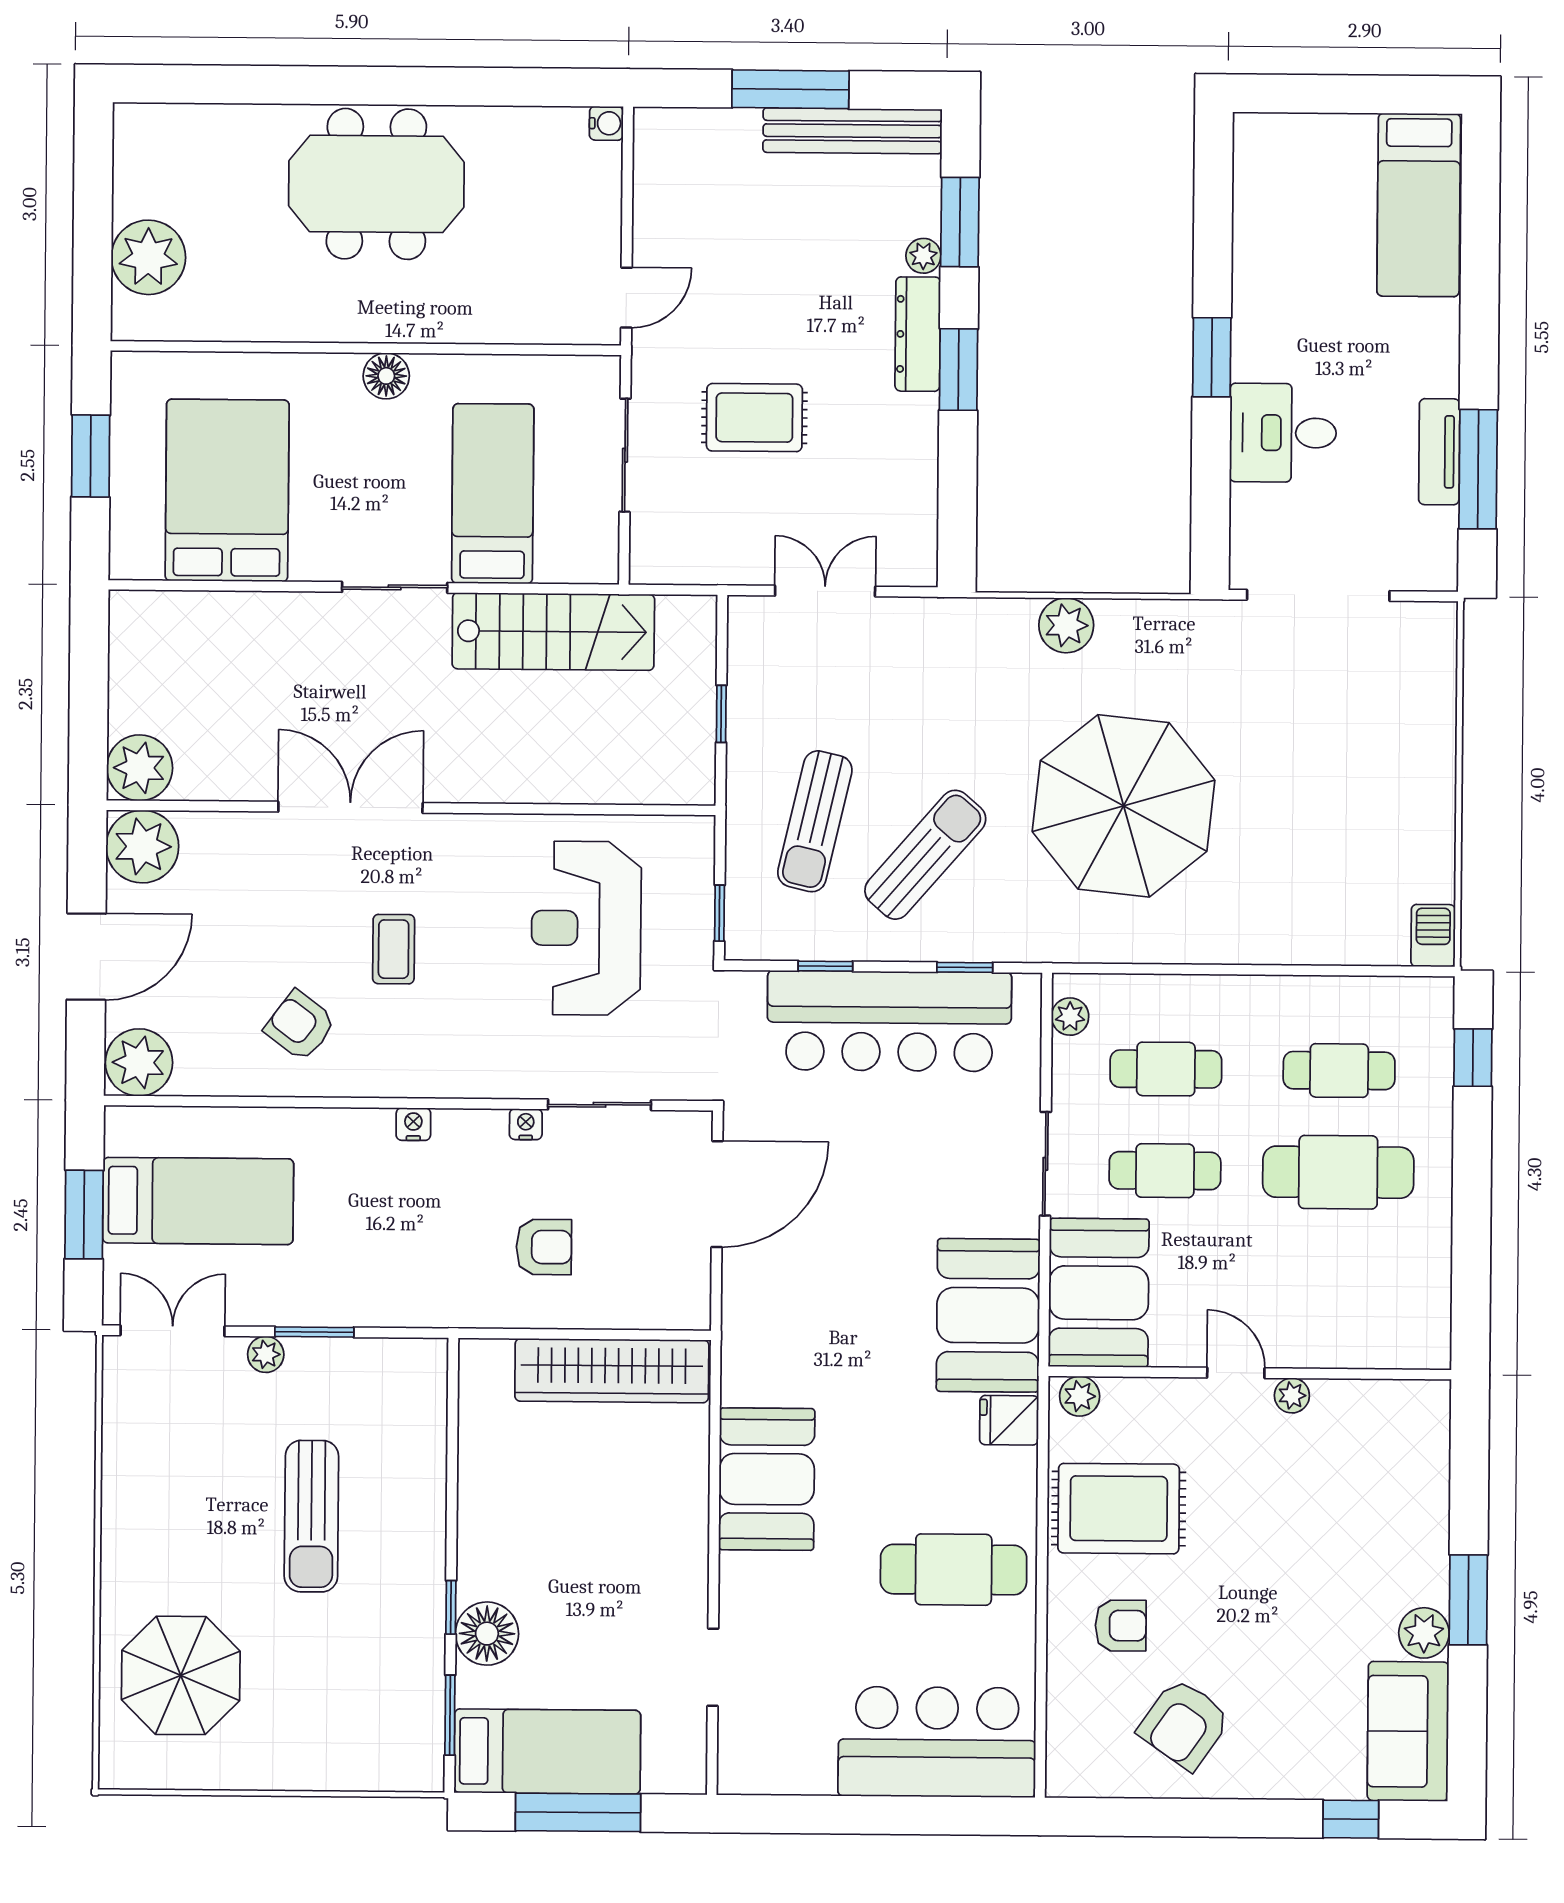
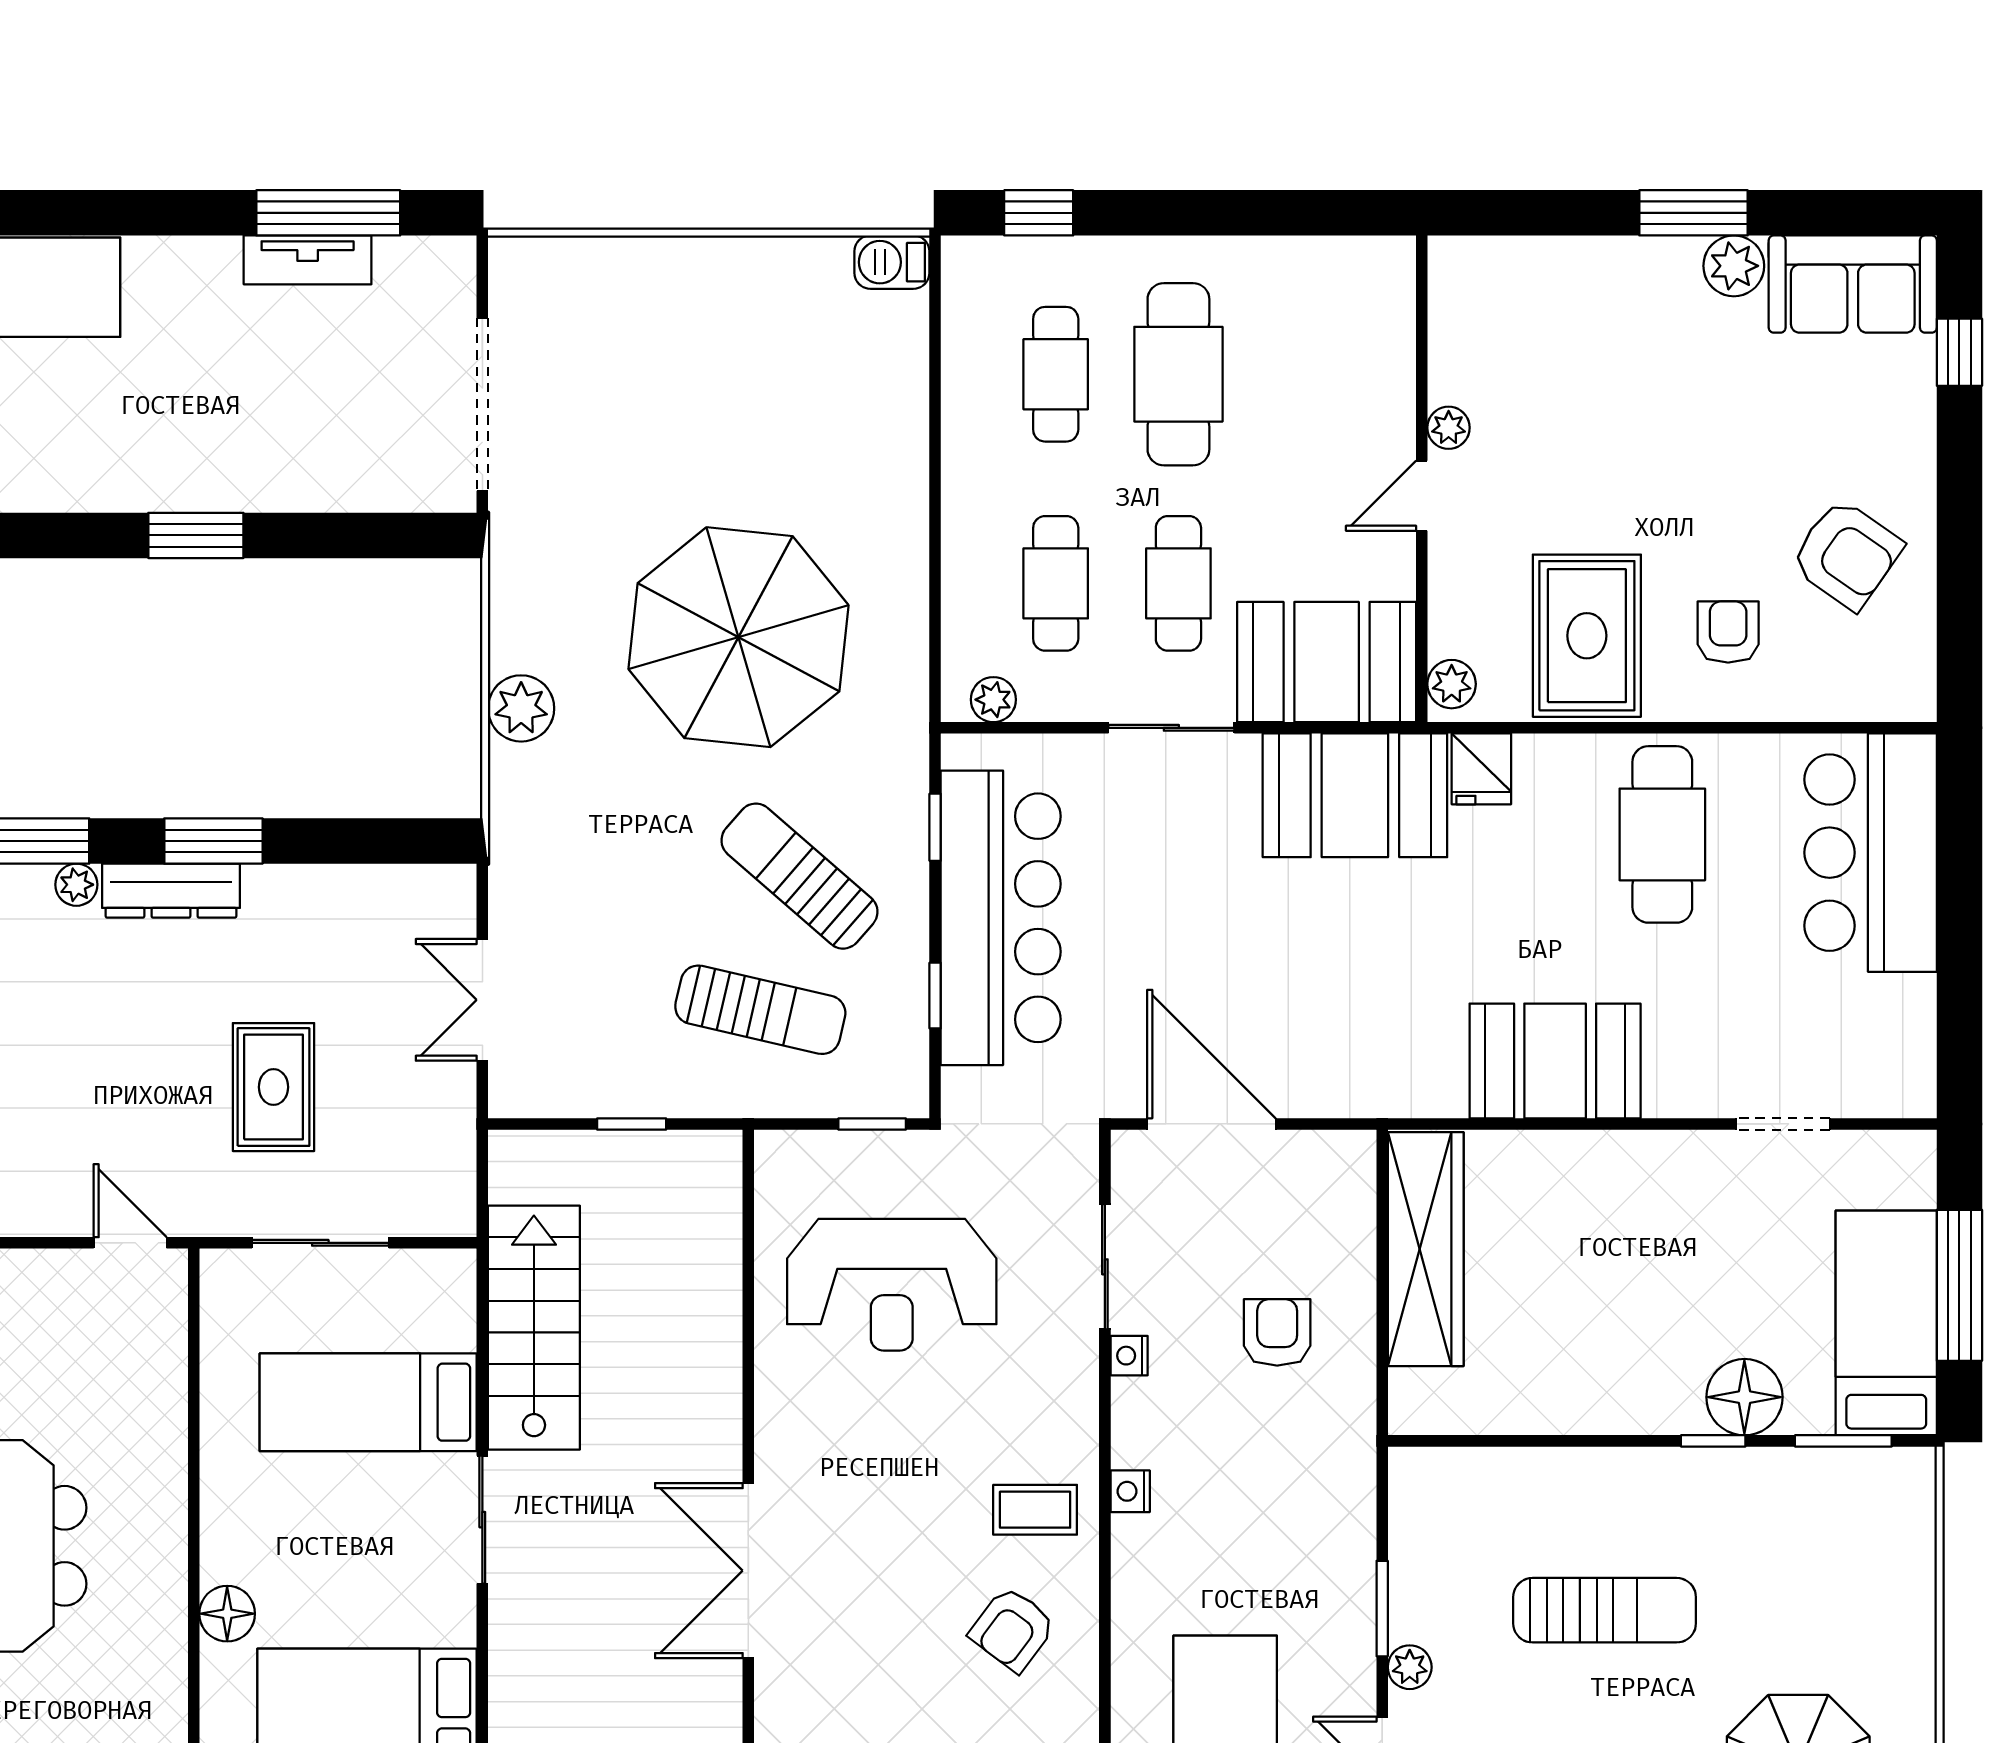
floor lamp: (386, 376) -> (227, 1614), moved
desk: (1283, 433) -> (286, 449), removed
coffee table: (394, 949) -> (1035, 1510), moved

